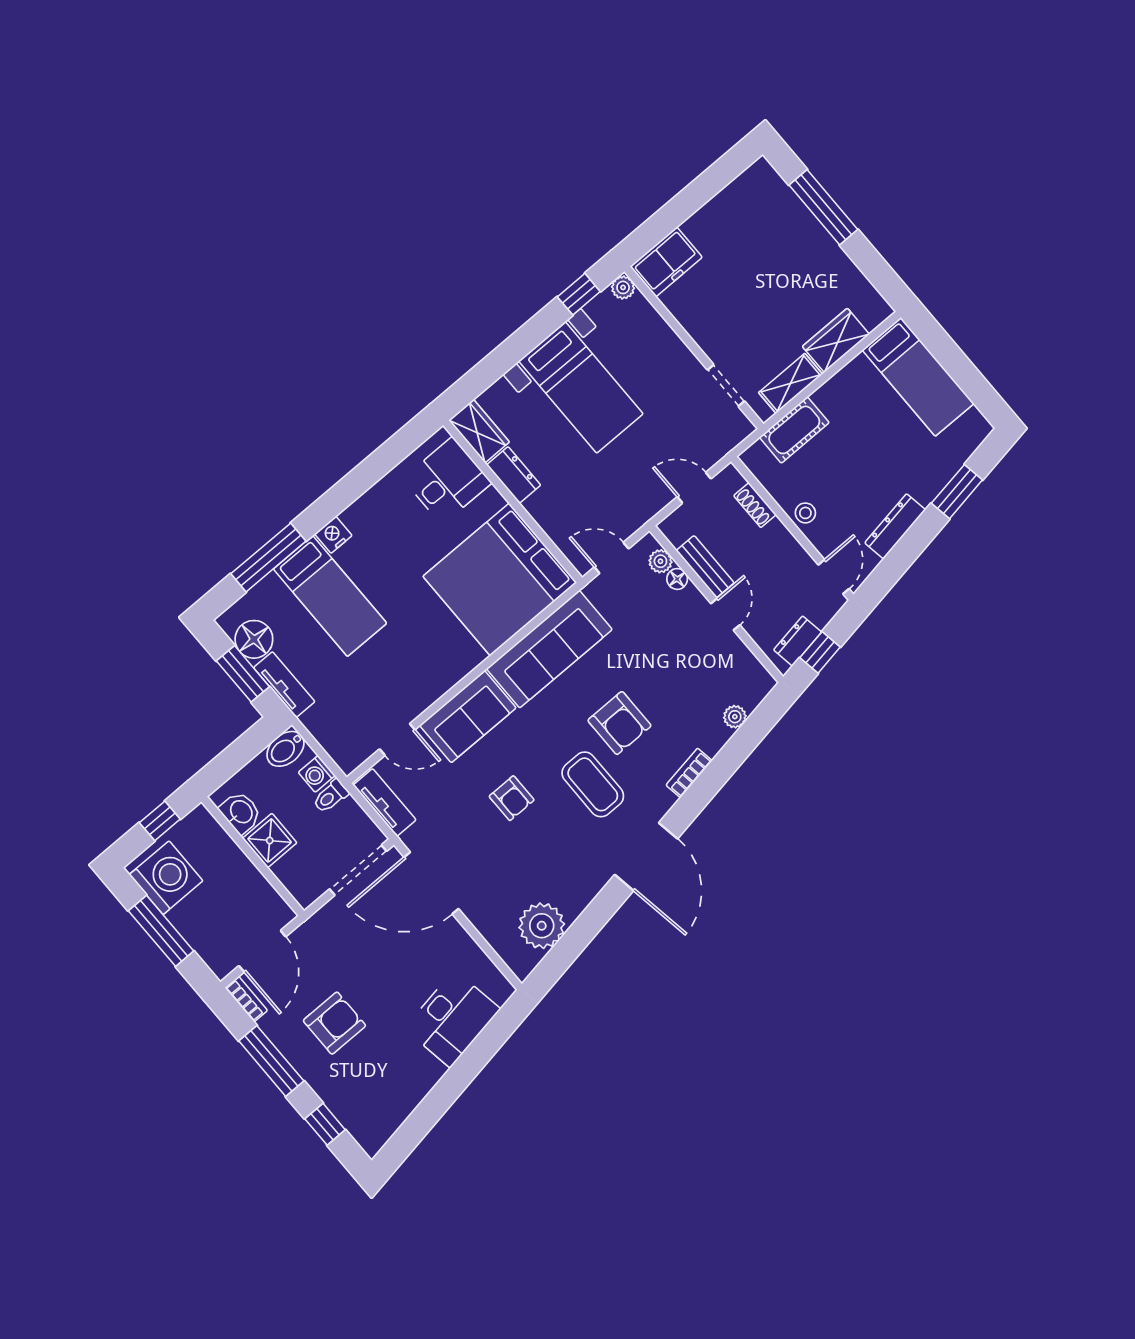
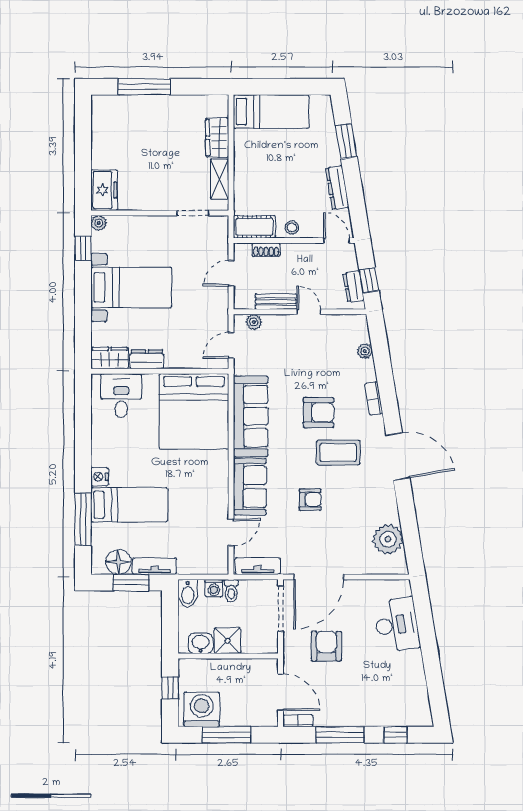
cot: (794, 430) -> (254, 227), moved, turned 90
floor lamp: (677, 579) -> (270, 321), removed
armchair: (334, 1023) -> (326, 646), moved

